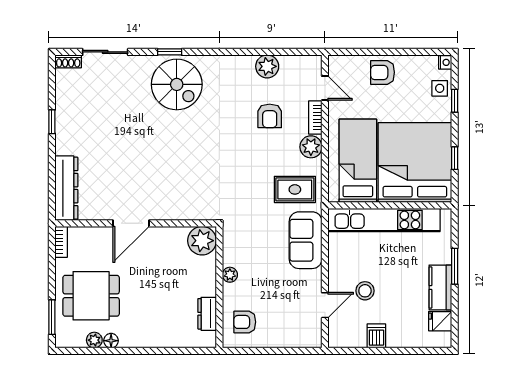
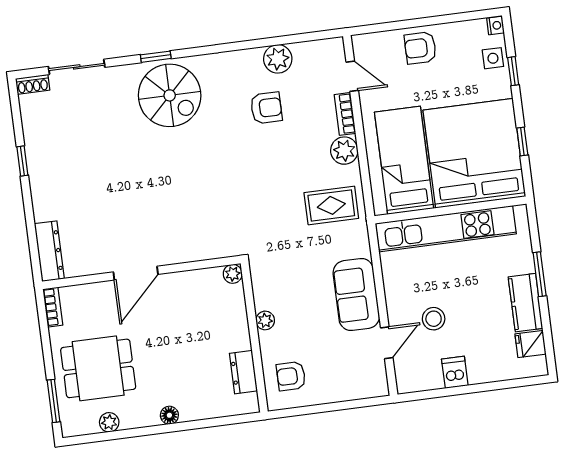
armchair: (270, 116) -> (266, 108), moved, turned -90
dresser: (66, 188) -> (49, 251), width x0.73, depth x0.80
sofa: (306, 240) -> (356, 294), moved
plant: (202, 241) -> (233, 274), width x0.53, depth x0.53
floor lamp: (111, 341) -> (169, 415), moved

